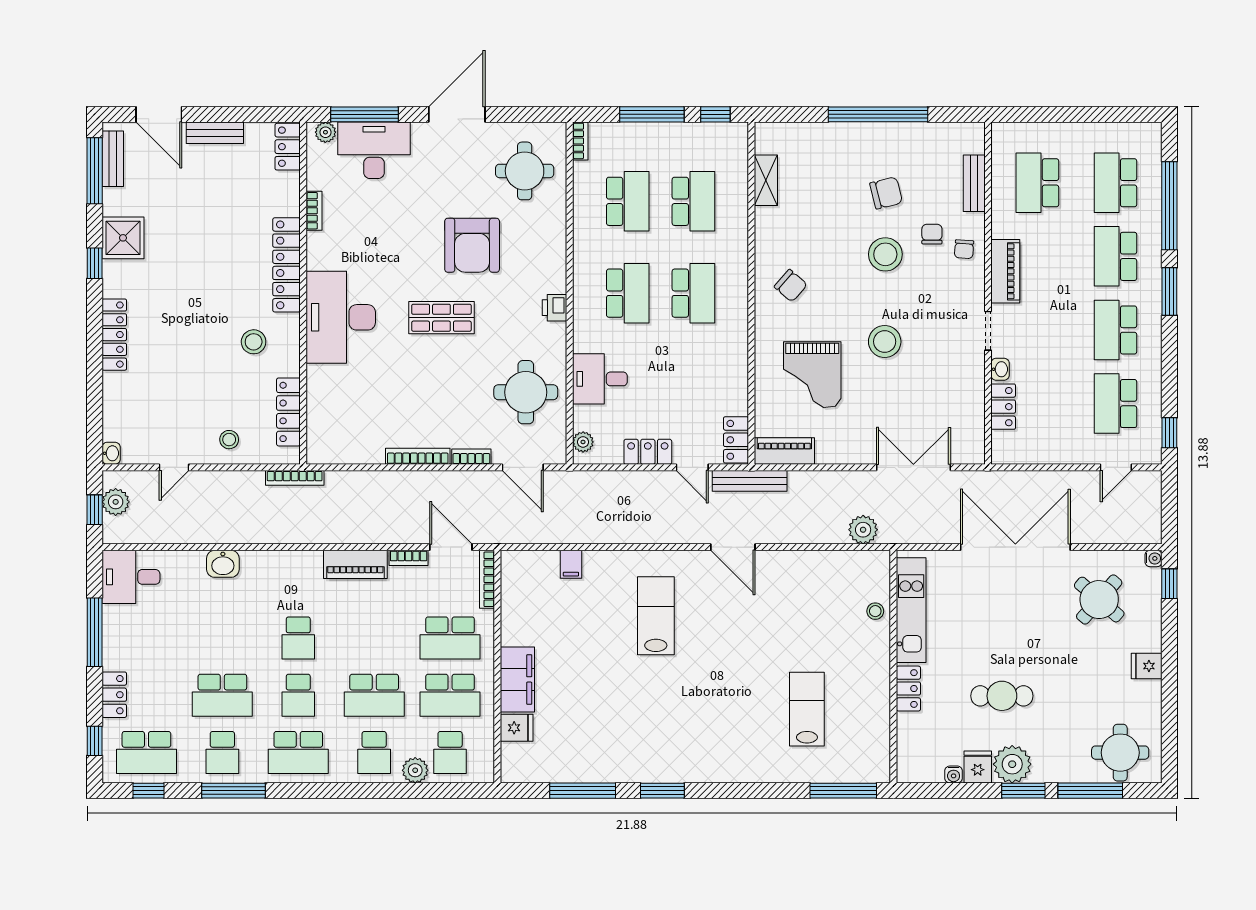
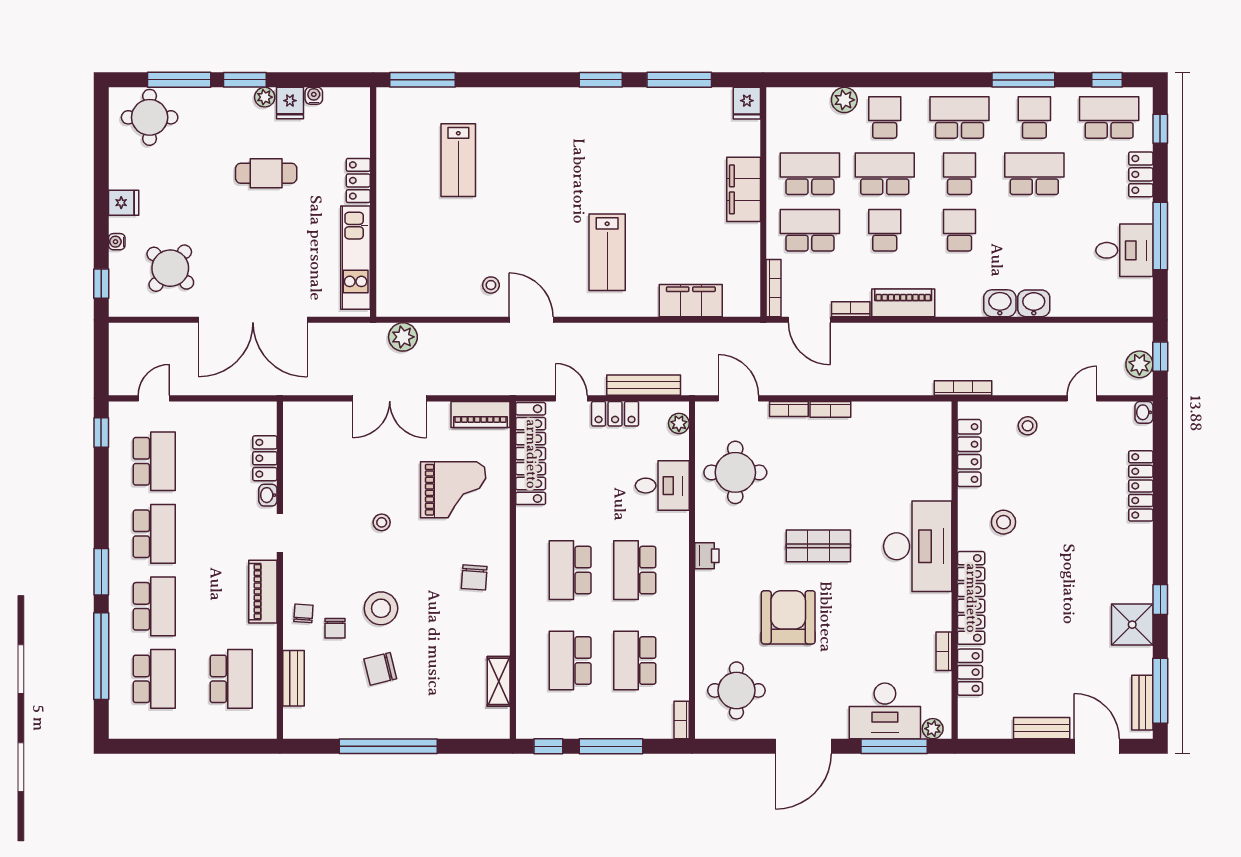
locker: (288, 147) -> (970, 672), moved
chair: (791, 286) -> (474, 577), turned -127
locker: (114, 335) -> (1141, 486), moved
stool: (885, 342) -> (382, 522), width x0.53, depth x0.53
grand piano: (812, 375) -> (453, 490), turned 90
locker: (736, 440) -> (531, 454), width x2.16, depth x1.21
bookcase: (418, 456) -> (830, 409), width x0.64
double door: (913, 467) -> (390, 398), moved
bench: (750, 481) -> (644, 385), moved
water cooler: (1153, 558) -> (117, 242), moved
washbasin: (257, 564) -> (1000, 303), added
filing cabinet: (571, 564) -> (691, 301), width x3.00, depth x1.17
desk: (131, 577) -> (1124, 250), moved
stool: (875, 611) -> (491, 285), moved
fridge: (517, 728) -> (747, 103), moved, turned -90
school desk: (450, 753) -> (885, 230), moved
plant: (1012, 764) -> (265, 97), width x0.53, depth x0.53

